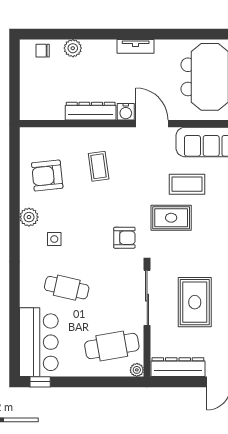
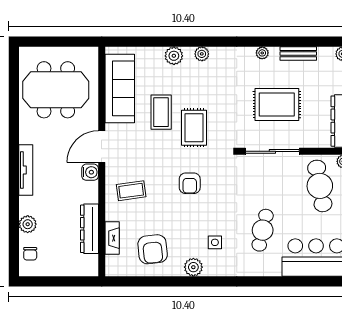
tv unit: (136, 46) -> (26, 170), width x1.41
dresser: (91, 111) -> (89, 229), moved
fireplace: (59, 134) -> (112, 238), added
coffee table: (99, 166) -> (131, 191), moved
armchair: (124, 238) -> (190, 183), moved, turned 180

